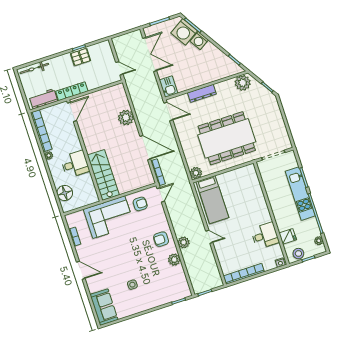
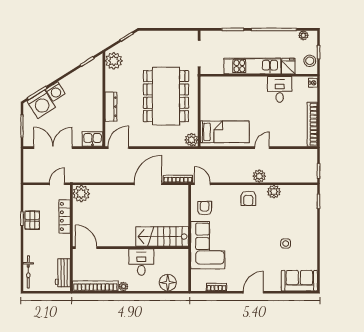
locker: (72, 91) -> (65, 217), moved
plant: (126, 118) -> (81, 194), moved
kitchen unit: (300, 194) -> (252, 66), moved, turned 180

